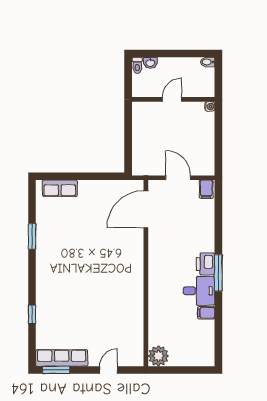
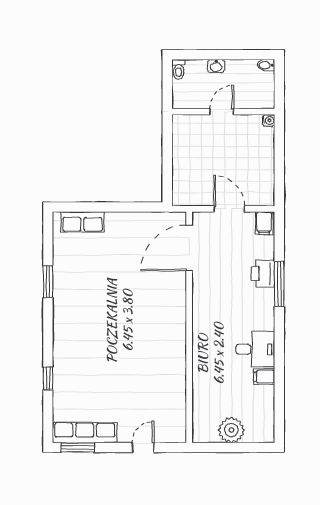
washbasin: (150, 63) -> (216, 66), moved
printer: (205, 264) -> (263, 274), moved
window: (218, 273) -> (279, 284), moved
plant: (158, 356) -> (231, 430), moved

